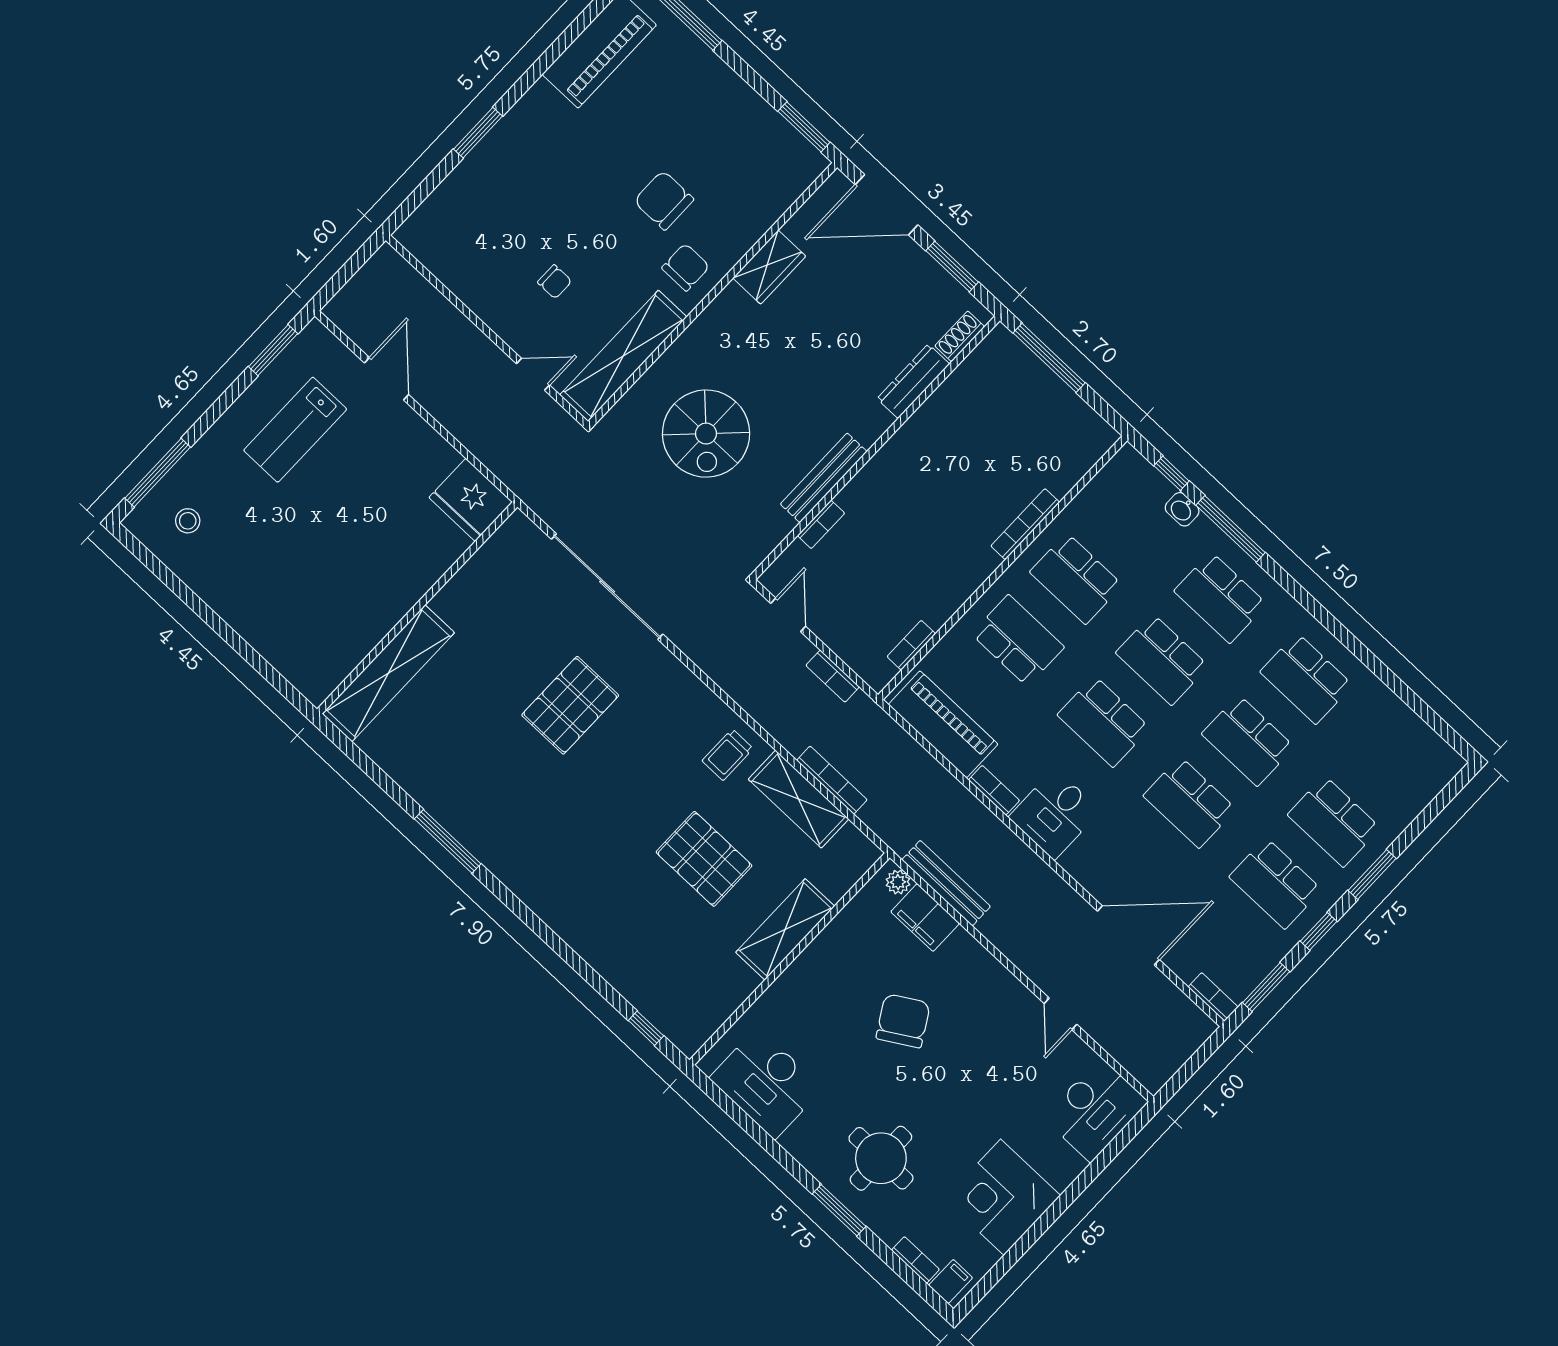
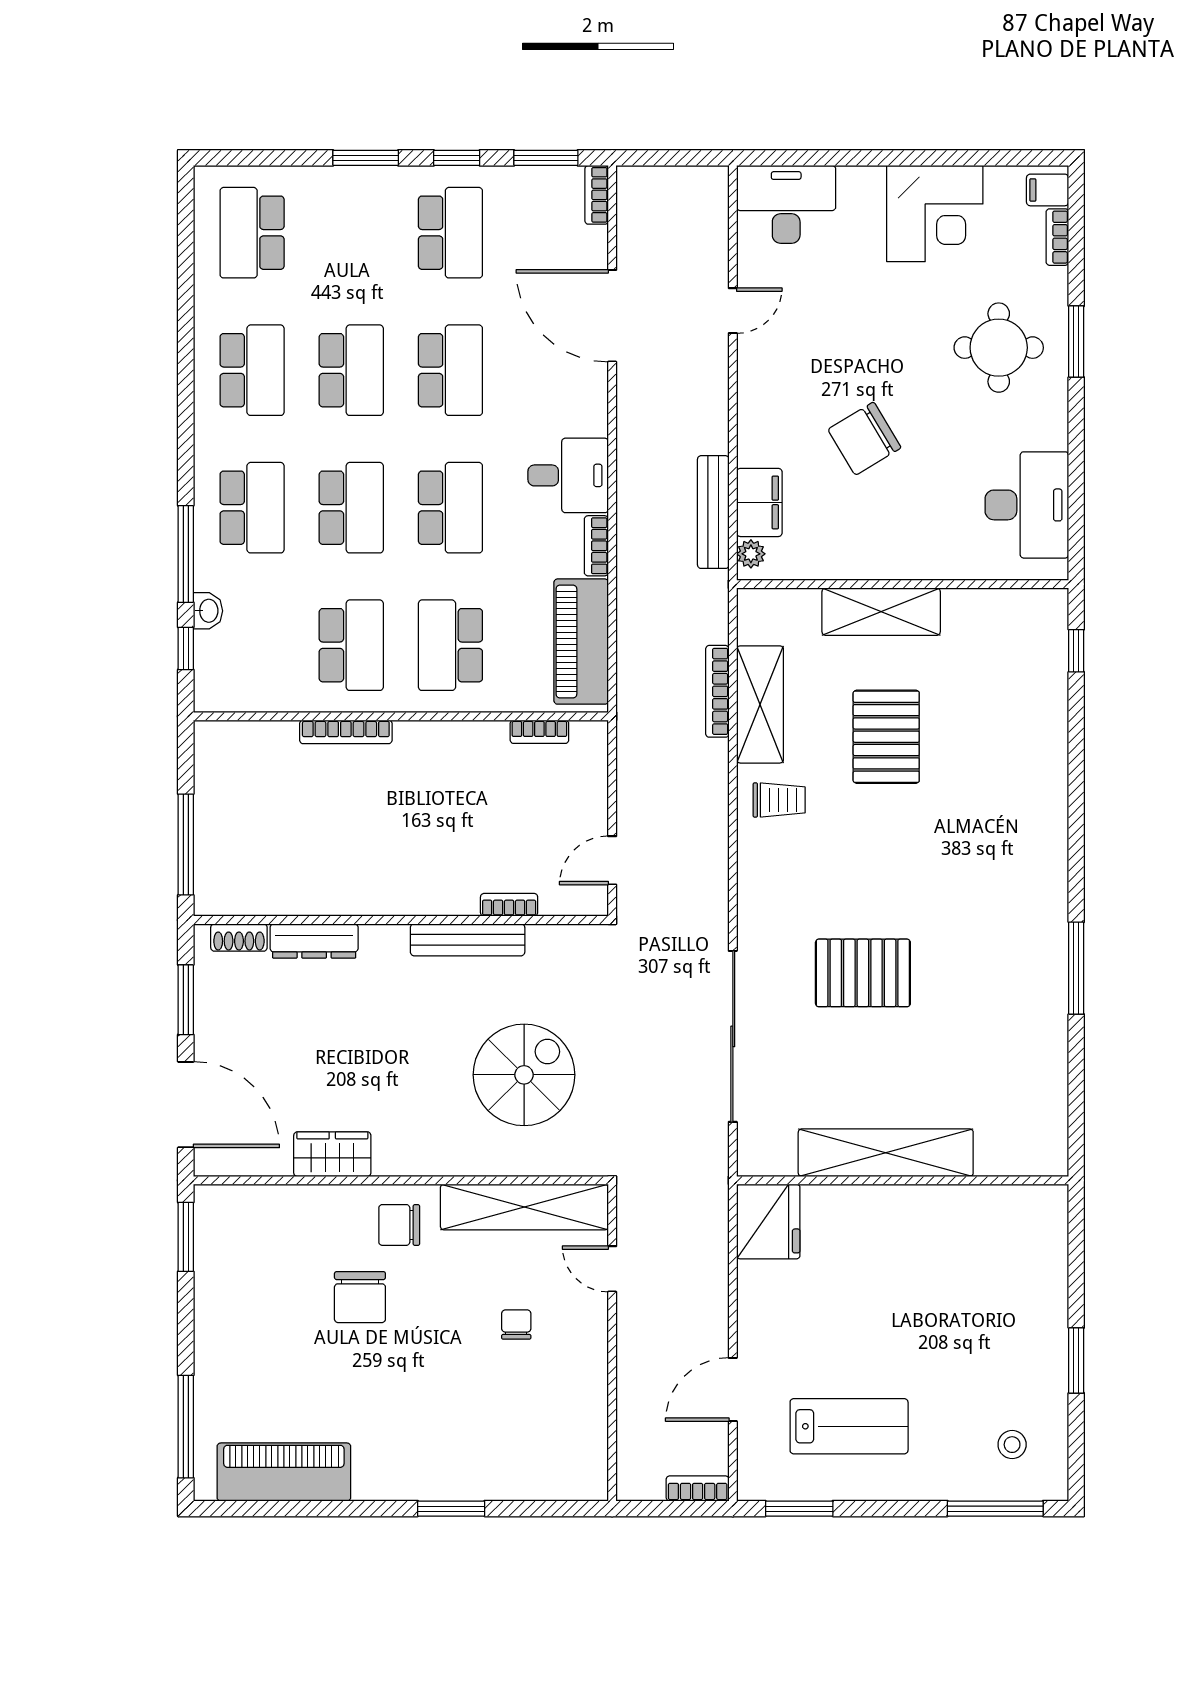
window: (203, 610) -> (1076, 1360), added
shelving: (388, 673) -> (886, 1153), moved
bookcase: (833, 676) -> (698, 1488), moved, turned -90
school desk: (1334, 821) -> (252, 233), moved, turned 180

